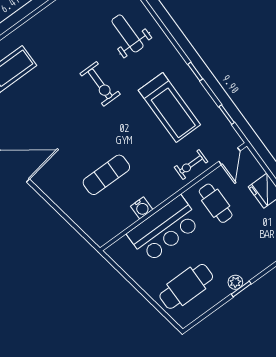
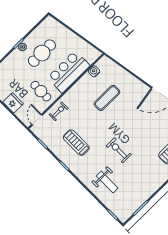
treadmill: (169, 108) -> (76, 143), width x0.73, depth x0.73
water cooler: (142, 208) -> (94, 71), moved
cafe table: (186, 286) -> (42, 53), moved

